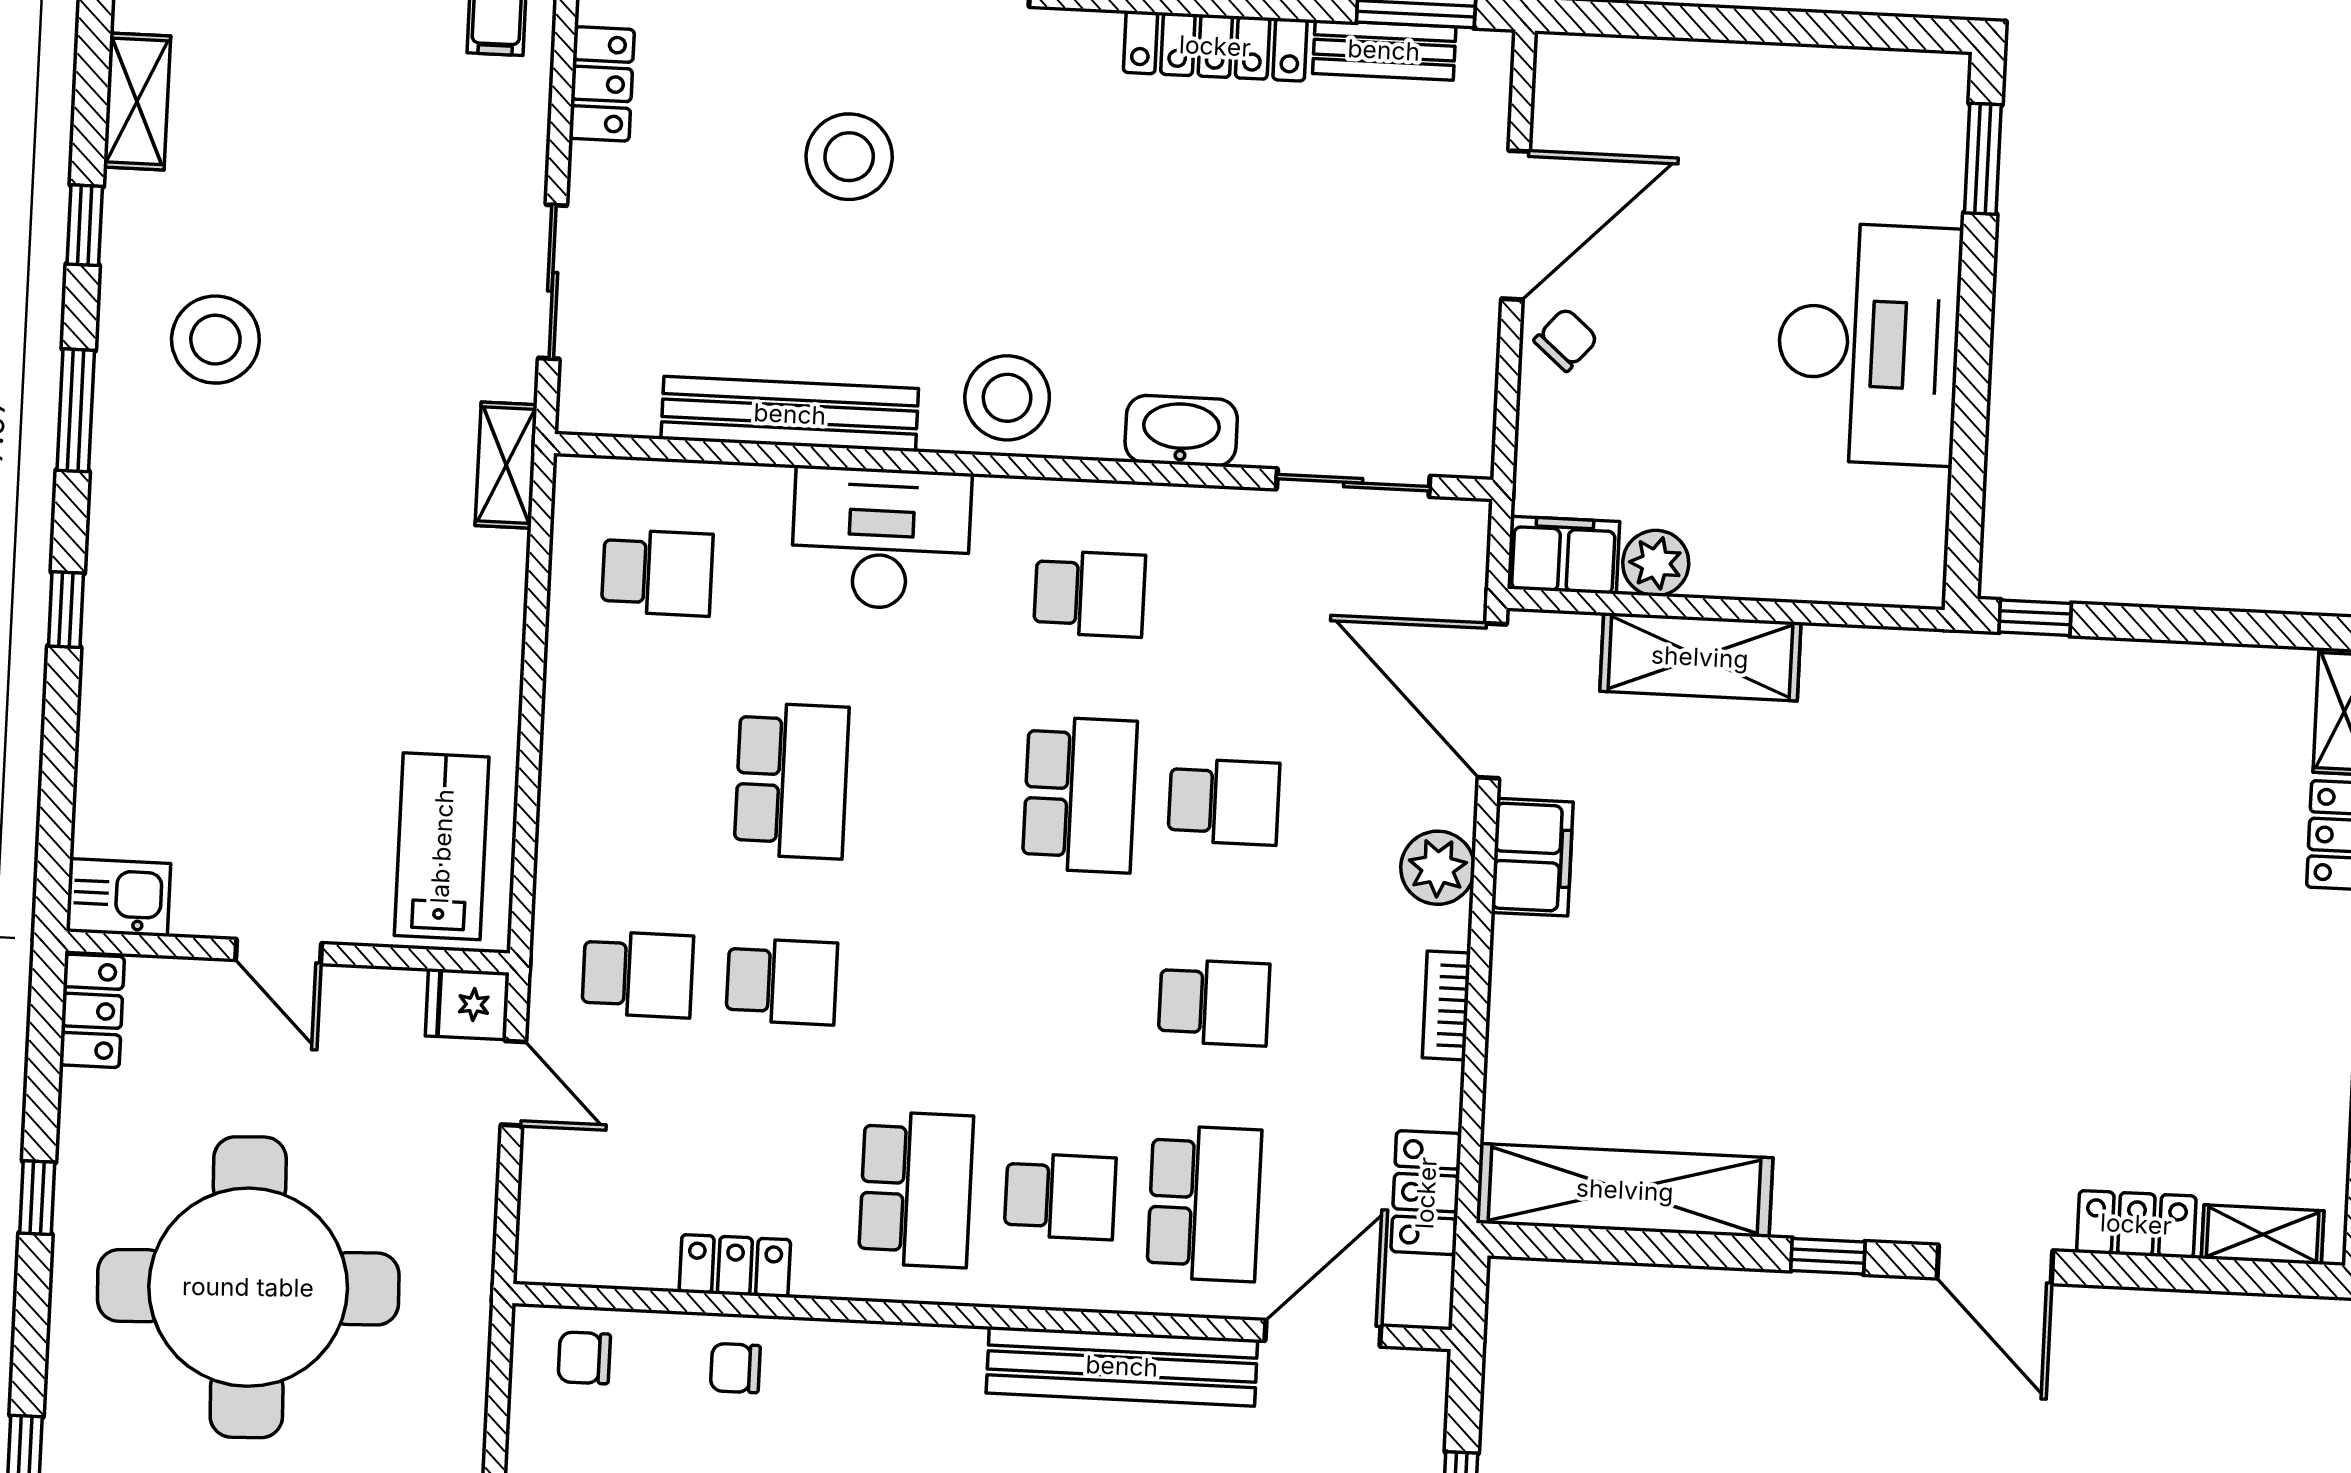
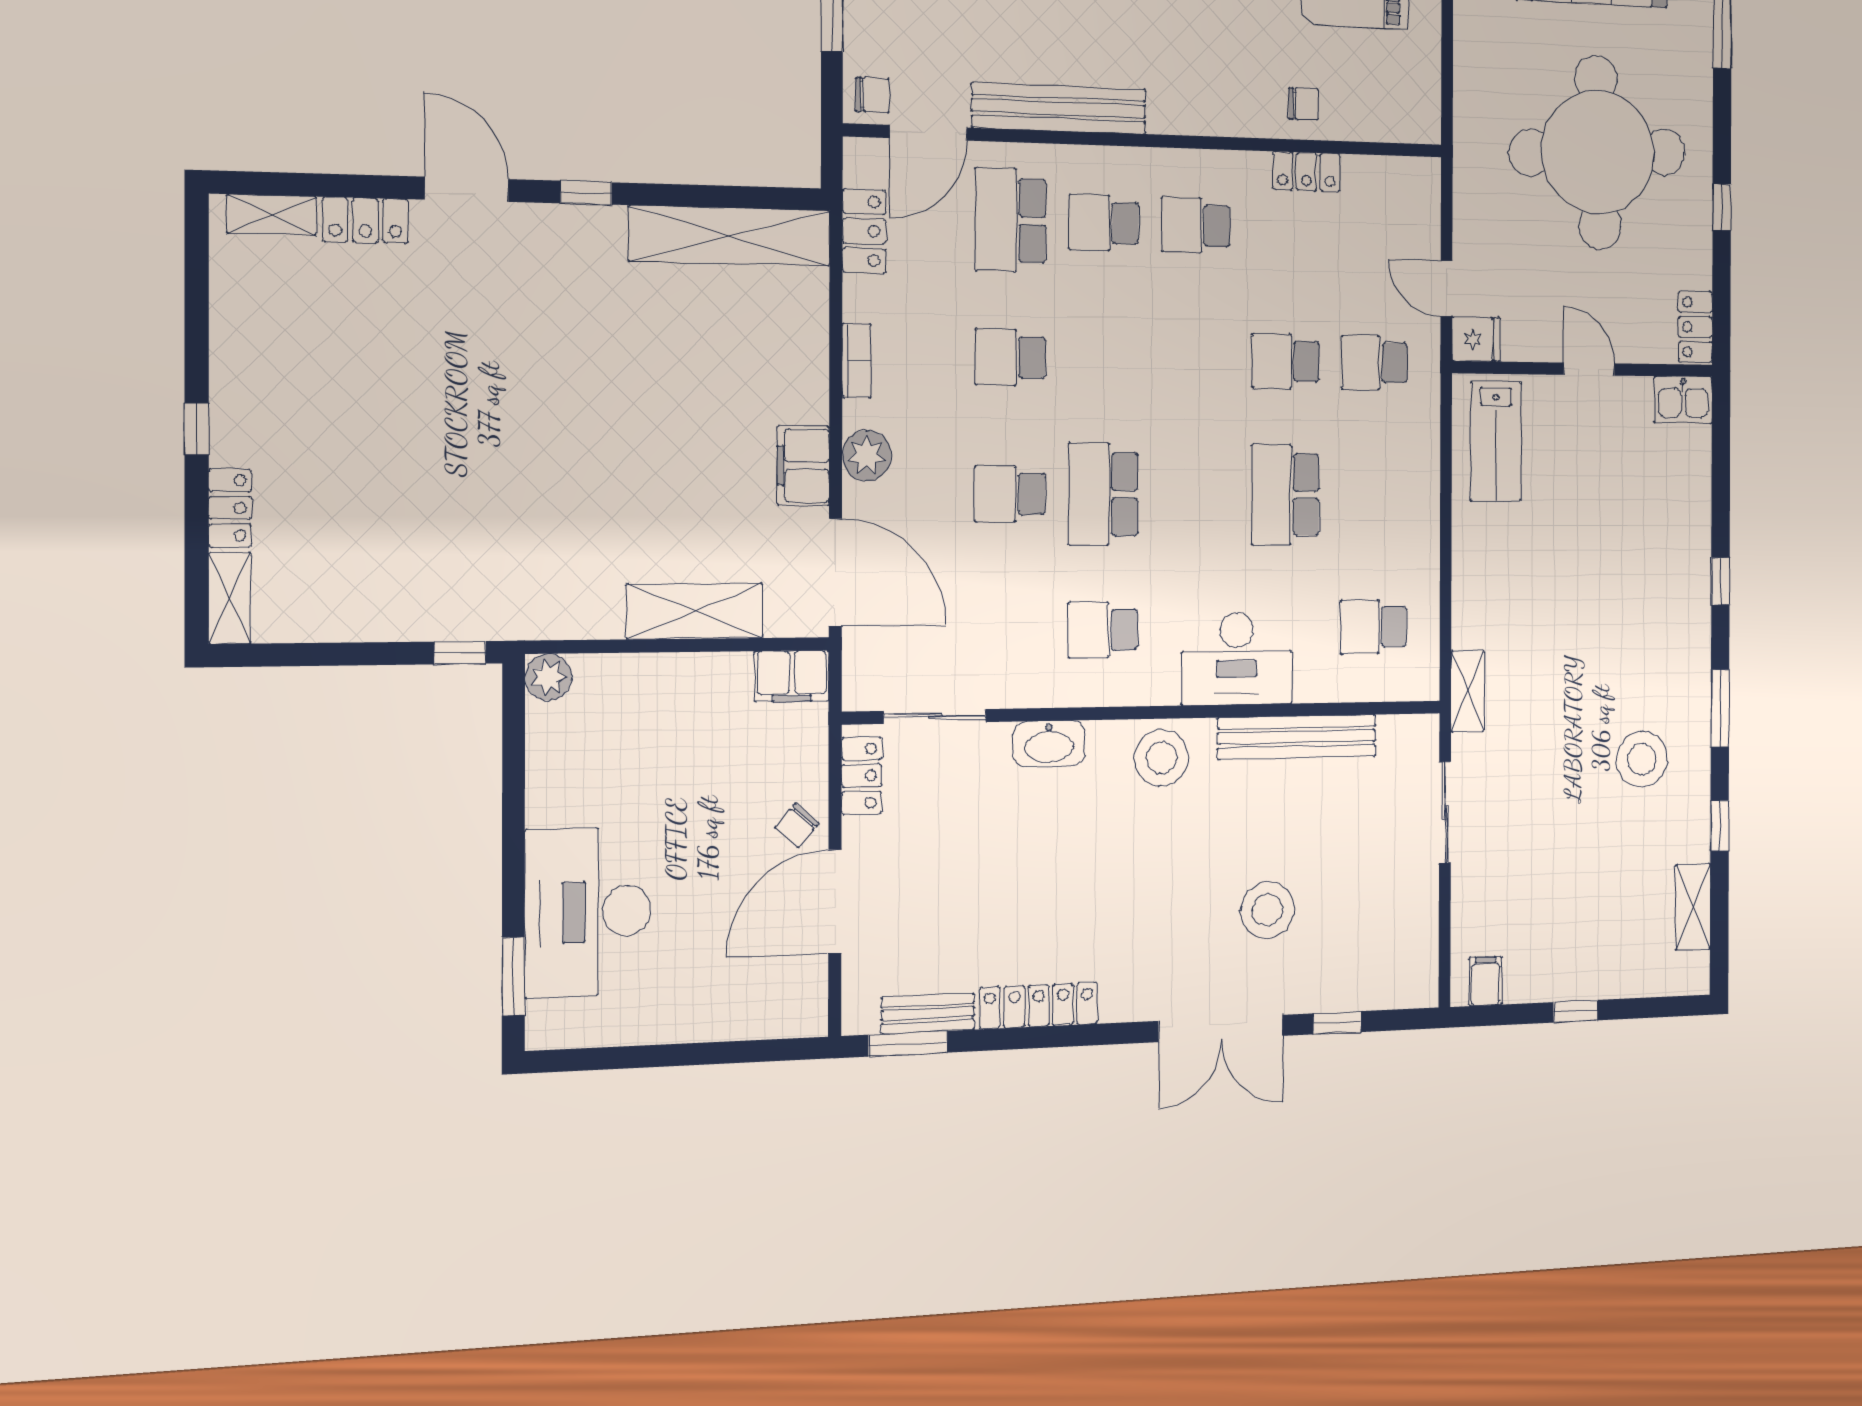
locker: (602, 84) -> (862, 776), moved, turned 180
desk: (1869, 344) -> (588, 912), moved
plant: (1656, 563) -> (548, 677), moved
school desk: (916, 1189) -> (1196, 225), width x0.54
chair: (584, 1358) -> (872, 95), moved

